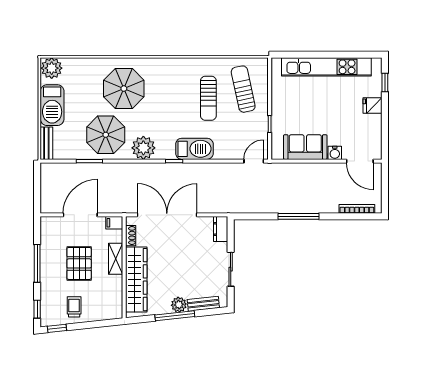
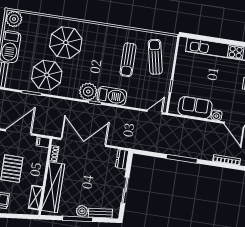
plant: (143, 148) -> (88, 92), moved
shelving: (116, 259) -> (36, 198), moved

